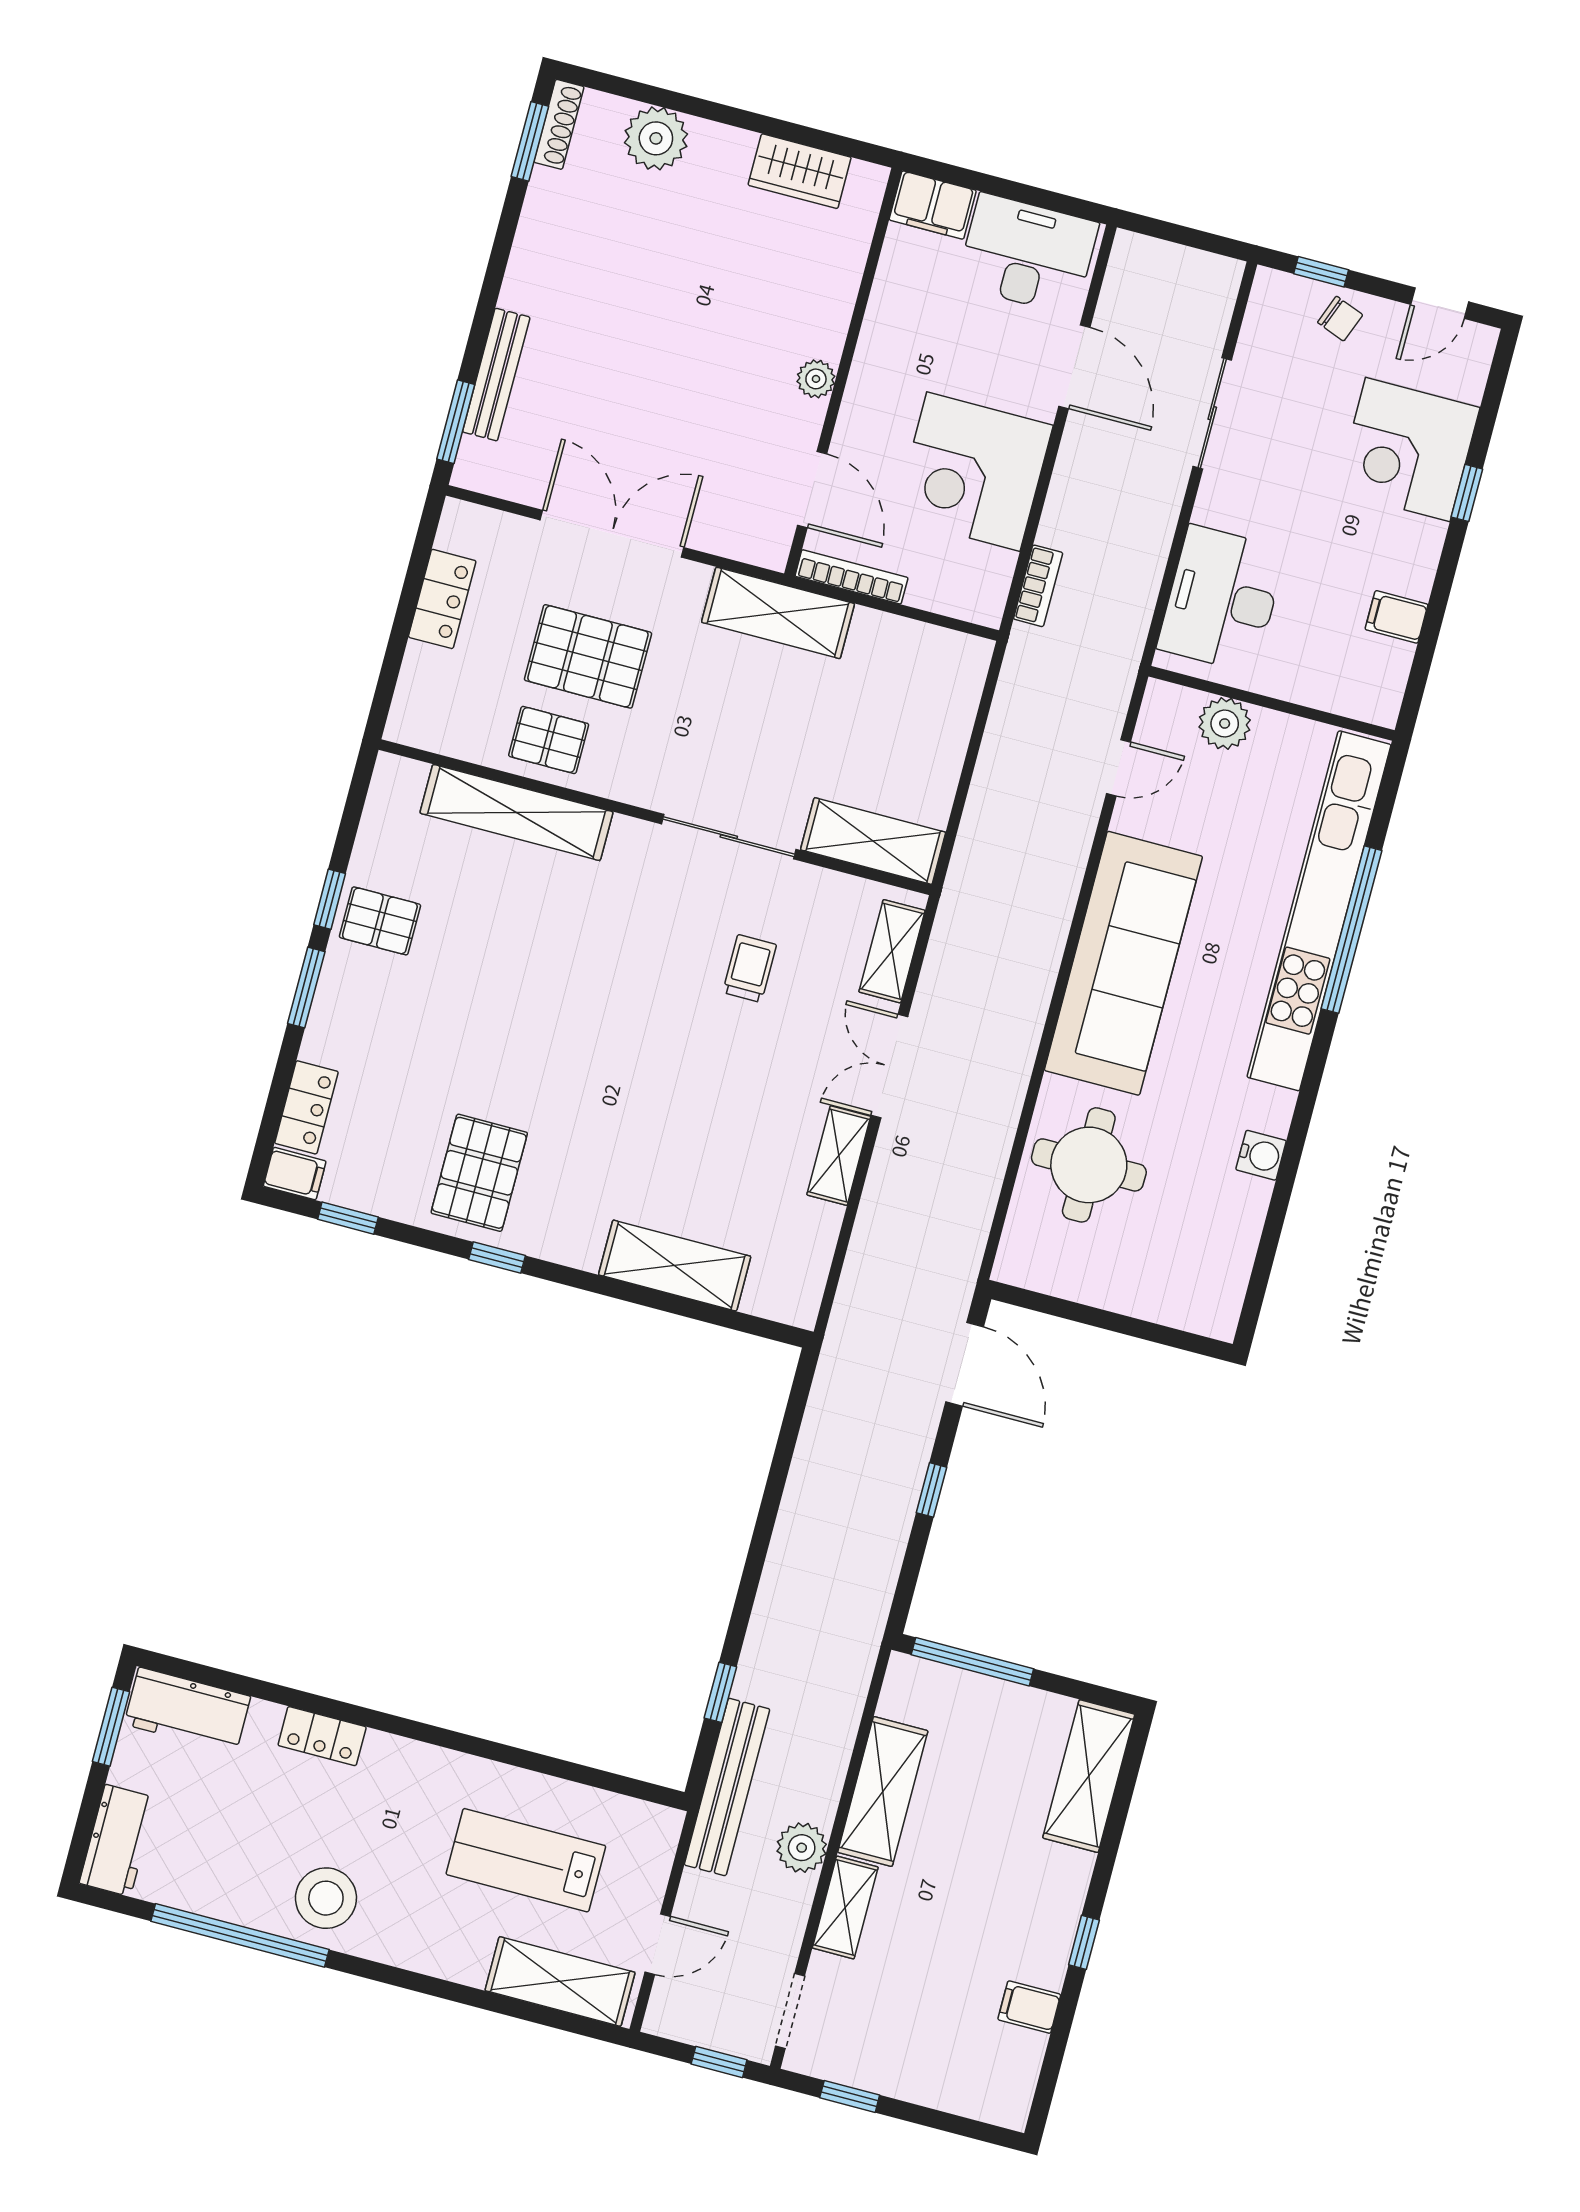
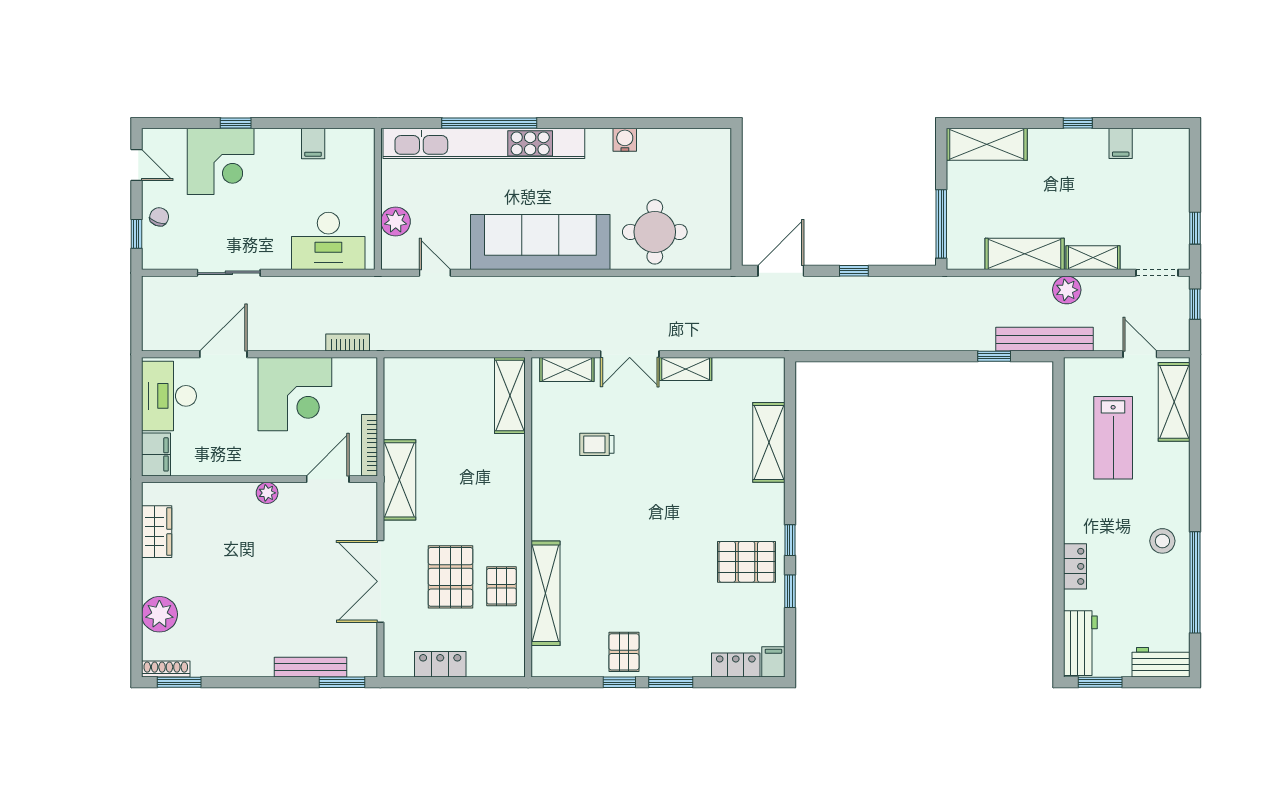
sliding door: (729, 837) -> (528, 474), removed
window: (348, 1218) -> (790, 591), moved
stool: (326, 1898) -> (1162, 541), width x0.73, depth x0.73

